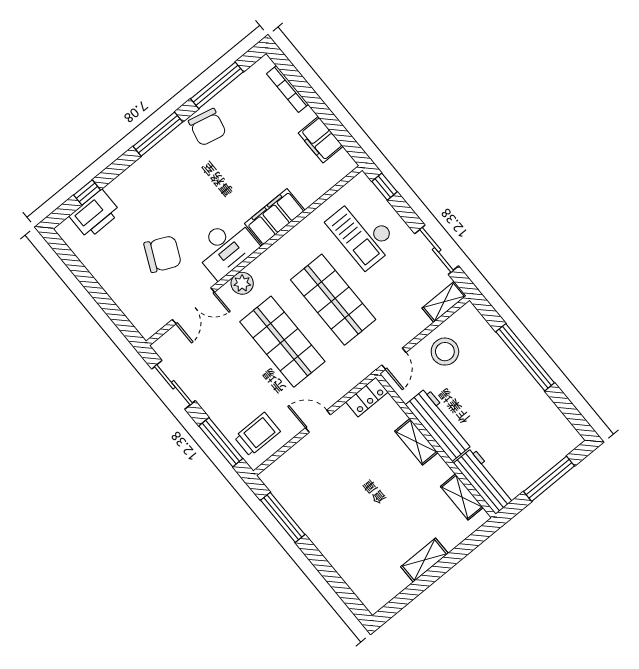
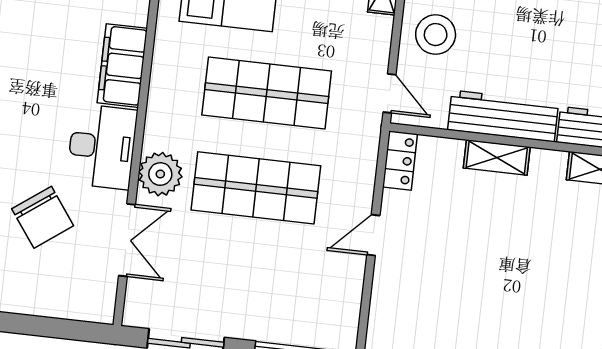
chair: (163, 254) -> (43, 217), turned 119
plant: (242, 283) -> (160, 174), width x1.36, depth x1.36
trolley: (257, 434) -> (323, 310), removed

